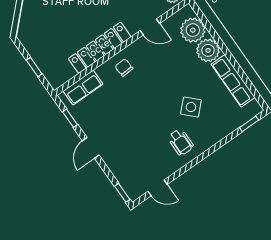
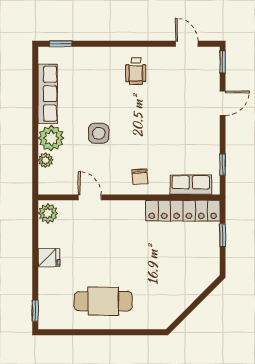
plant: (193, 30) -> (46, 160), width x0.53, depth x0.53
locker: (100, 48) -> (183, 211), moved
side table: (191, 107) -> (99, 133), moved, turned 45
wheelchair: (181, 142) -> (136, 71), turned 180
door: (91, 148) -> (223, 103), moved

